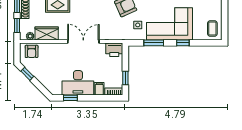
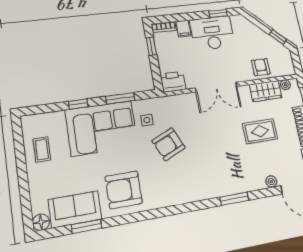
coffee table: (212, 29) -> (42, 149), moved
armchair: (32, 51) -> (261, 67), moved

